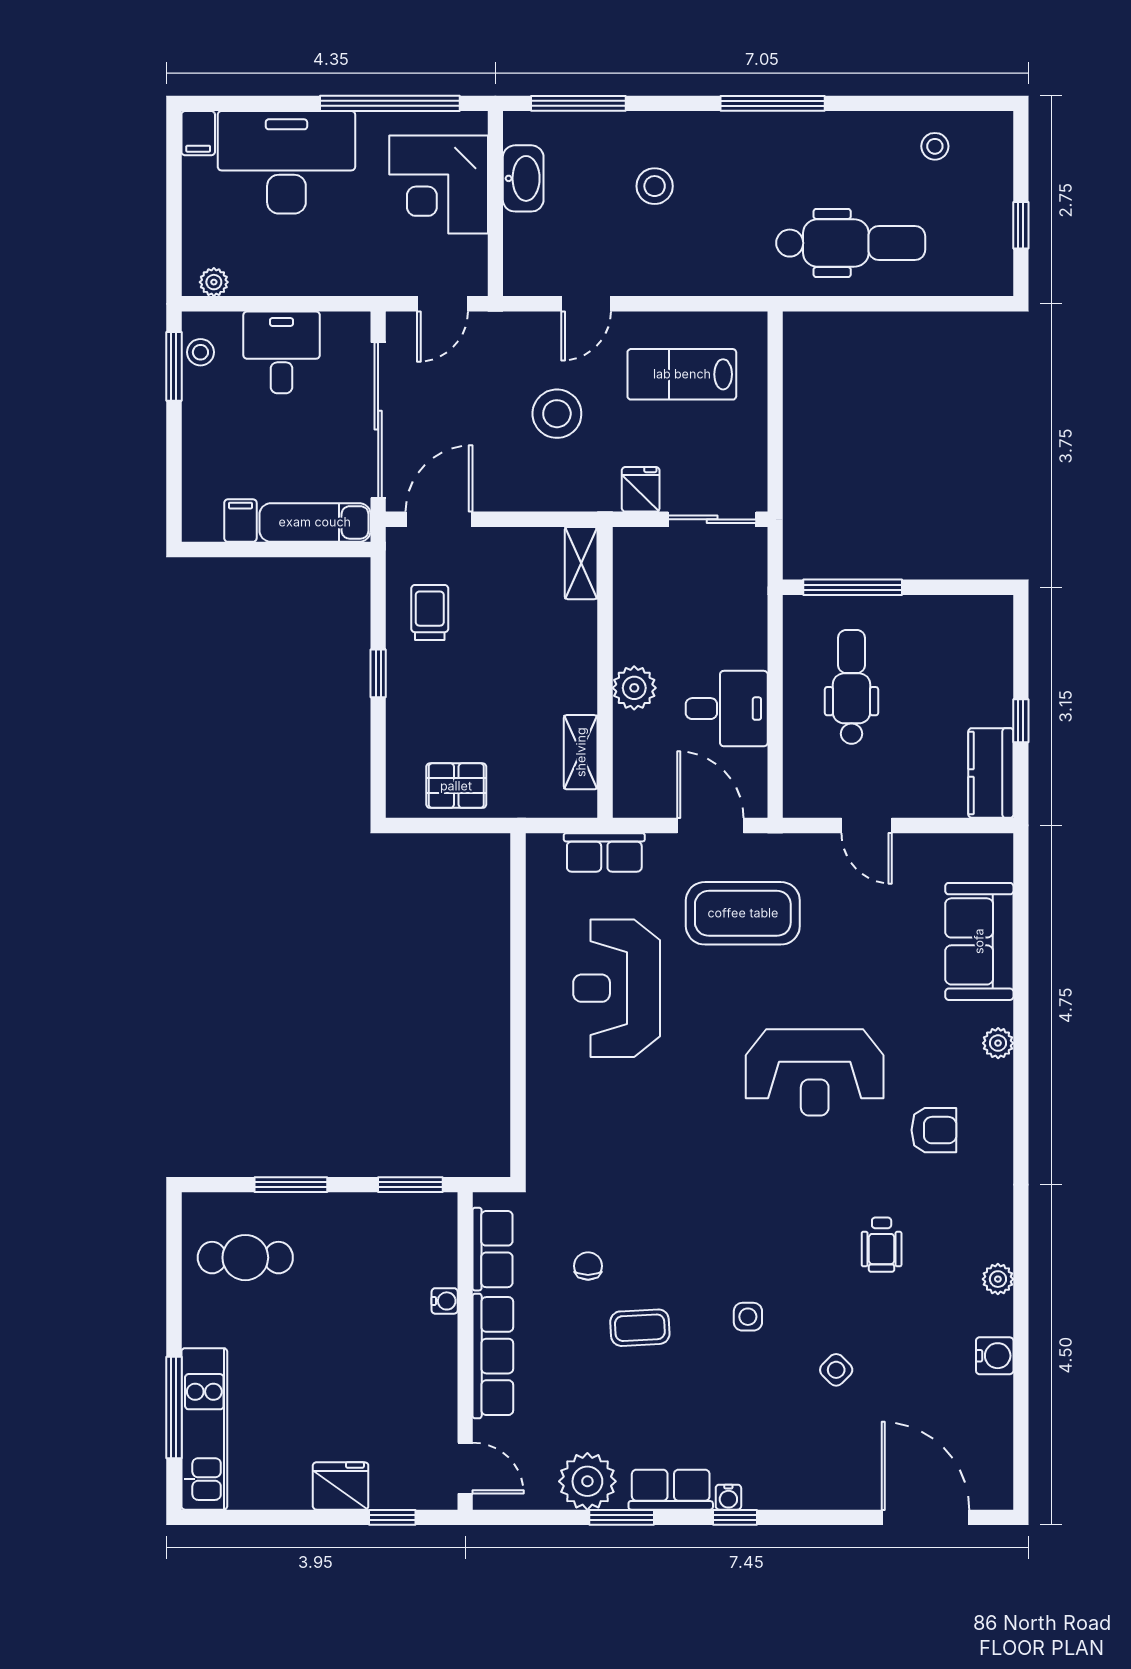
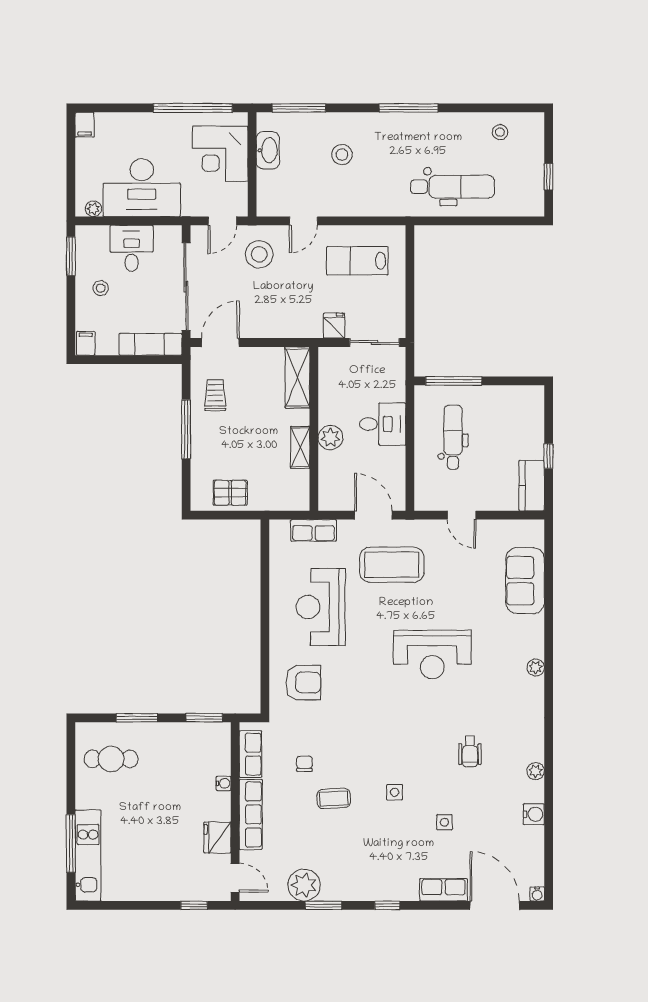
desk: (286, 162) -> (142, 188), moved, turned 180
stool: (200, 352) -> (101, 288), moved
stool: (557, 414) -> (259, 254), moved
filing cabinet: (240, 521) -> (86, 343), moved
shelving: (581, 563) -> (297, 377), width x1.50, depth x1.33
window: (378, 673) -> (186, 429), width x2.17
desk: (727, 709) -> (383, 424), moved
shelving: (581, 752) -> (300, 447), moved
plant: (998, 1043) -> (536, 668), moved
armchair: (934, 1130) -> (303, 683), moved, width x1.38, depth x1.38
side table: (836, 1370) -> (444, 822), turned 45
fridge: (341, 1486) -> (217, 838), moved, turned -90
row of seats: (671, 1490) -> (443, 890), moved
water cooler: (728, 1497) -> (537, 894), moved

